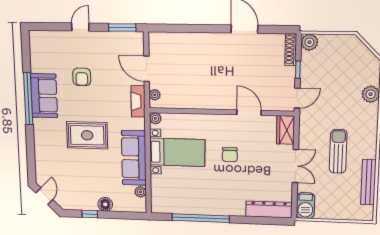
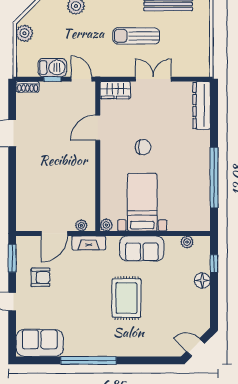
plant: (309, 42) -> (24, 33), moved
shoe rack: (291, 50) -> (28, 87), width x0.70
armchair: (82, 77) -> (41, 277), moved
sofa: (44, 96) -> (40, 343), moved
sofa: (134, 158) -> (142, 248), width x0.73
barbecue: (305, 206) -> (52, 67), moved
window: (90, 214) -> (214, 264), moved

